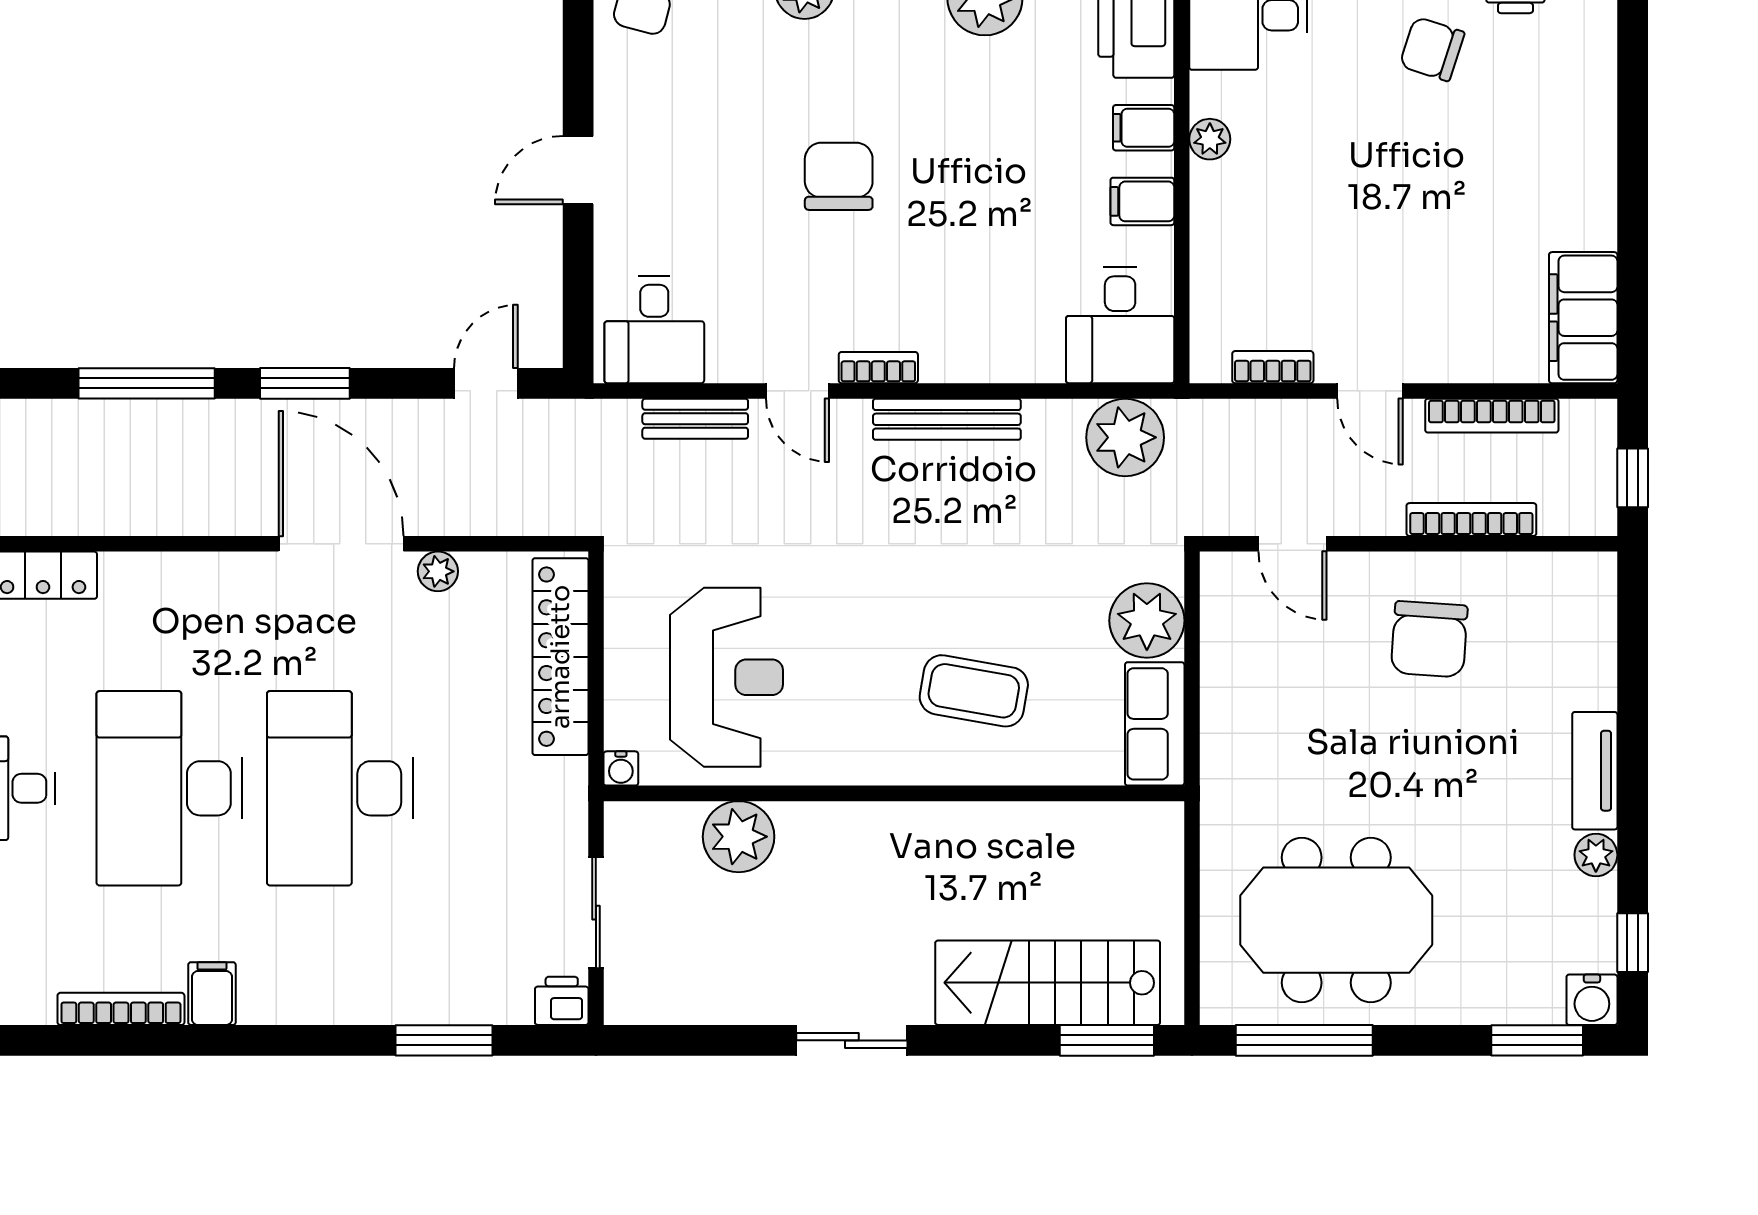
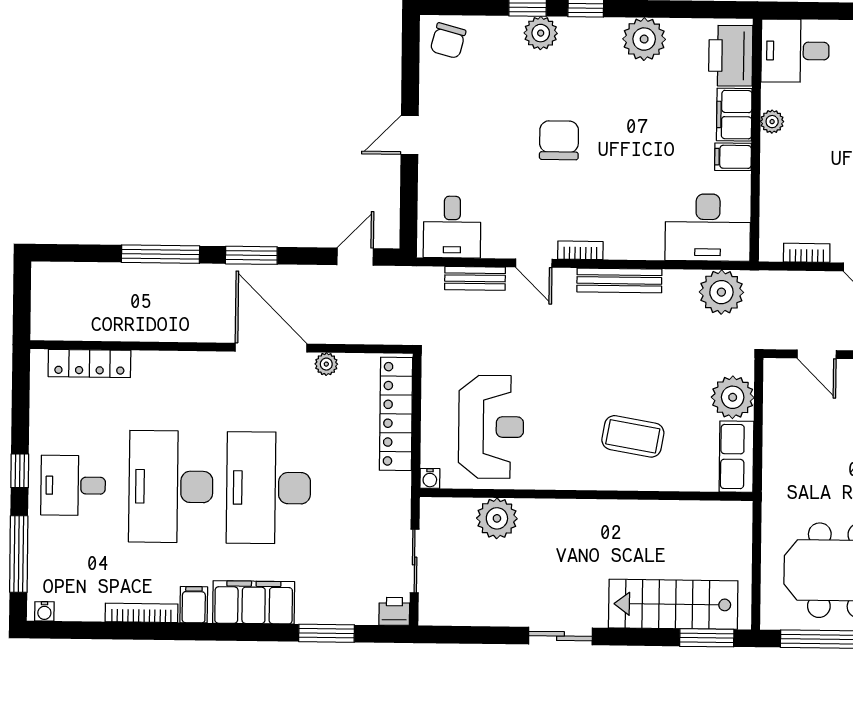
filing cabinet: (1144, 128) -> (734, 115), width x2.00
desk: (1120, 325) -> (708, 227), width x1.37
filing cabinet: (316, 988) -> (254, 602), added

